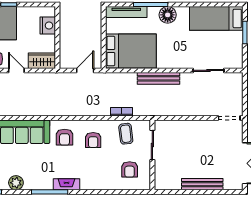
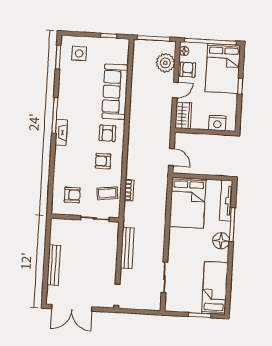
bench: (158, 78) -> (127, 248), moved
armchair: (65, 137) -> (107, 133), turned -90
armchair: (130, 169) -> (72, 195), turned 180
plant: (16, 183) -> (66, 83), removed

